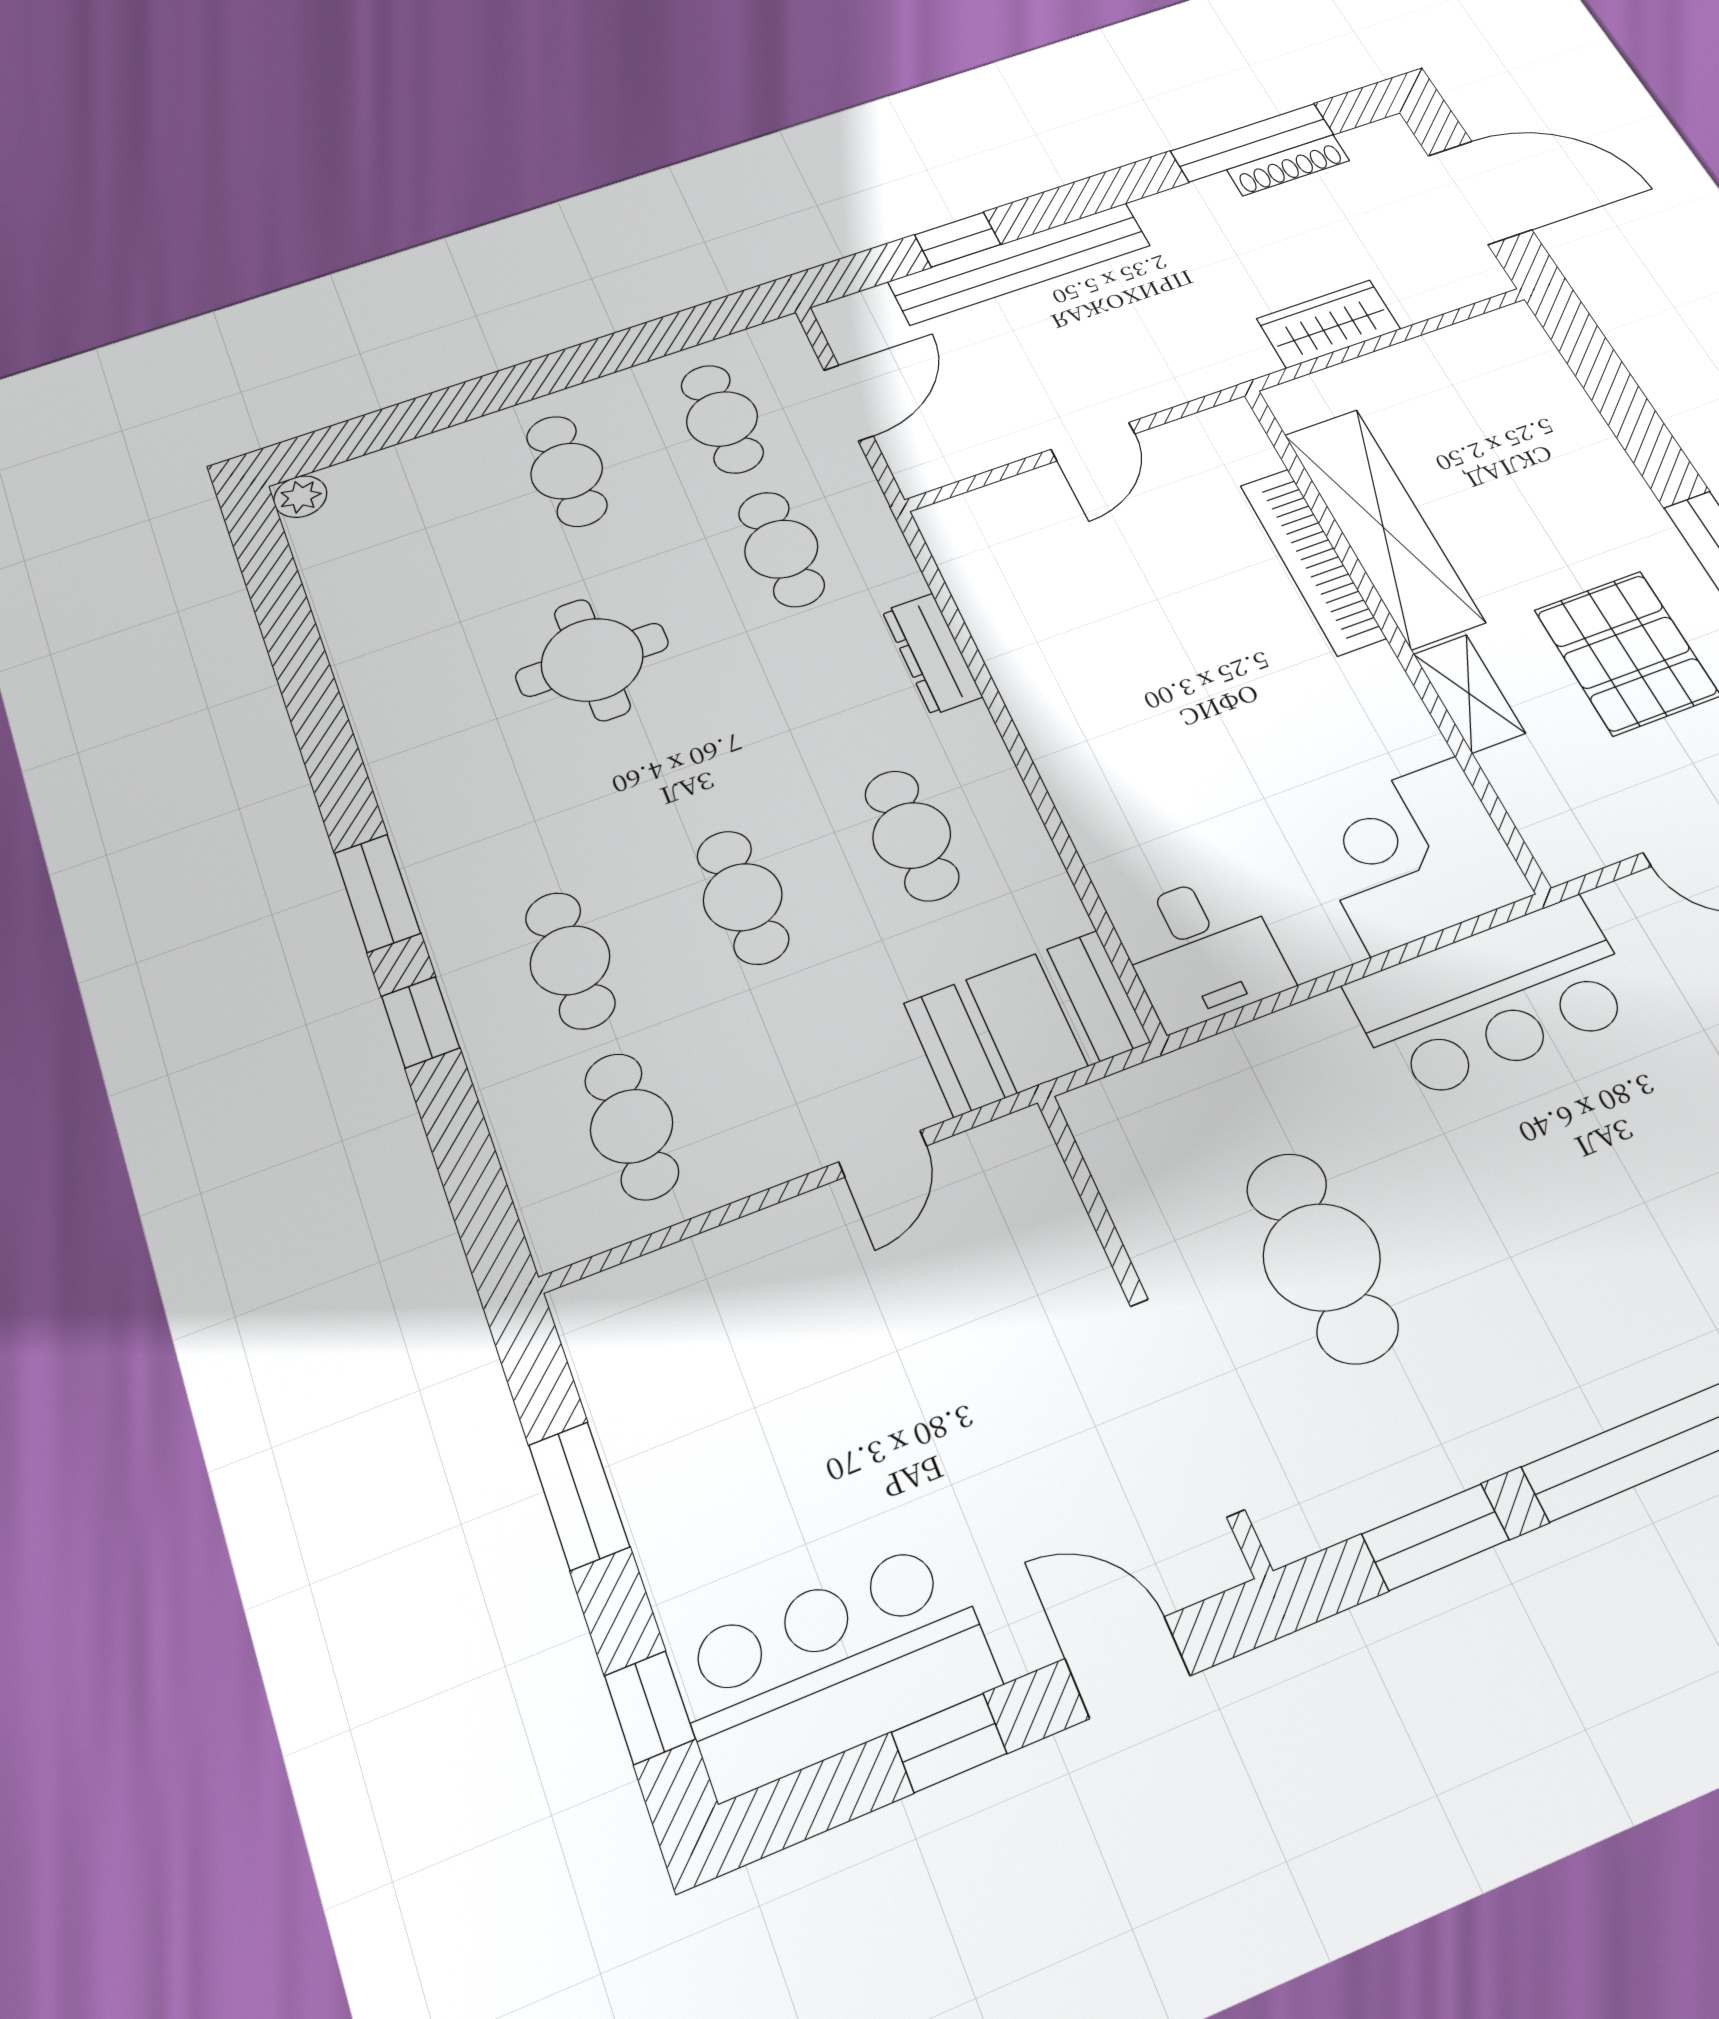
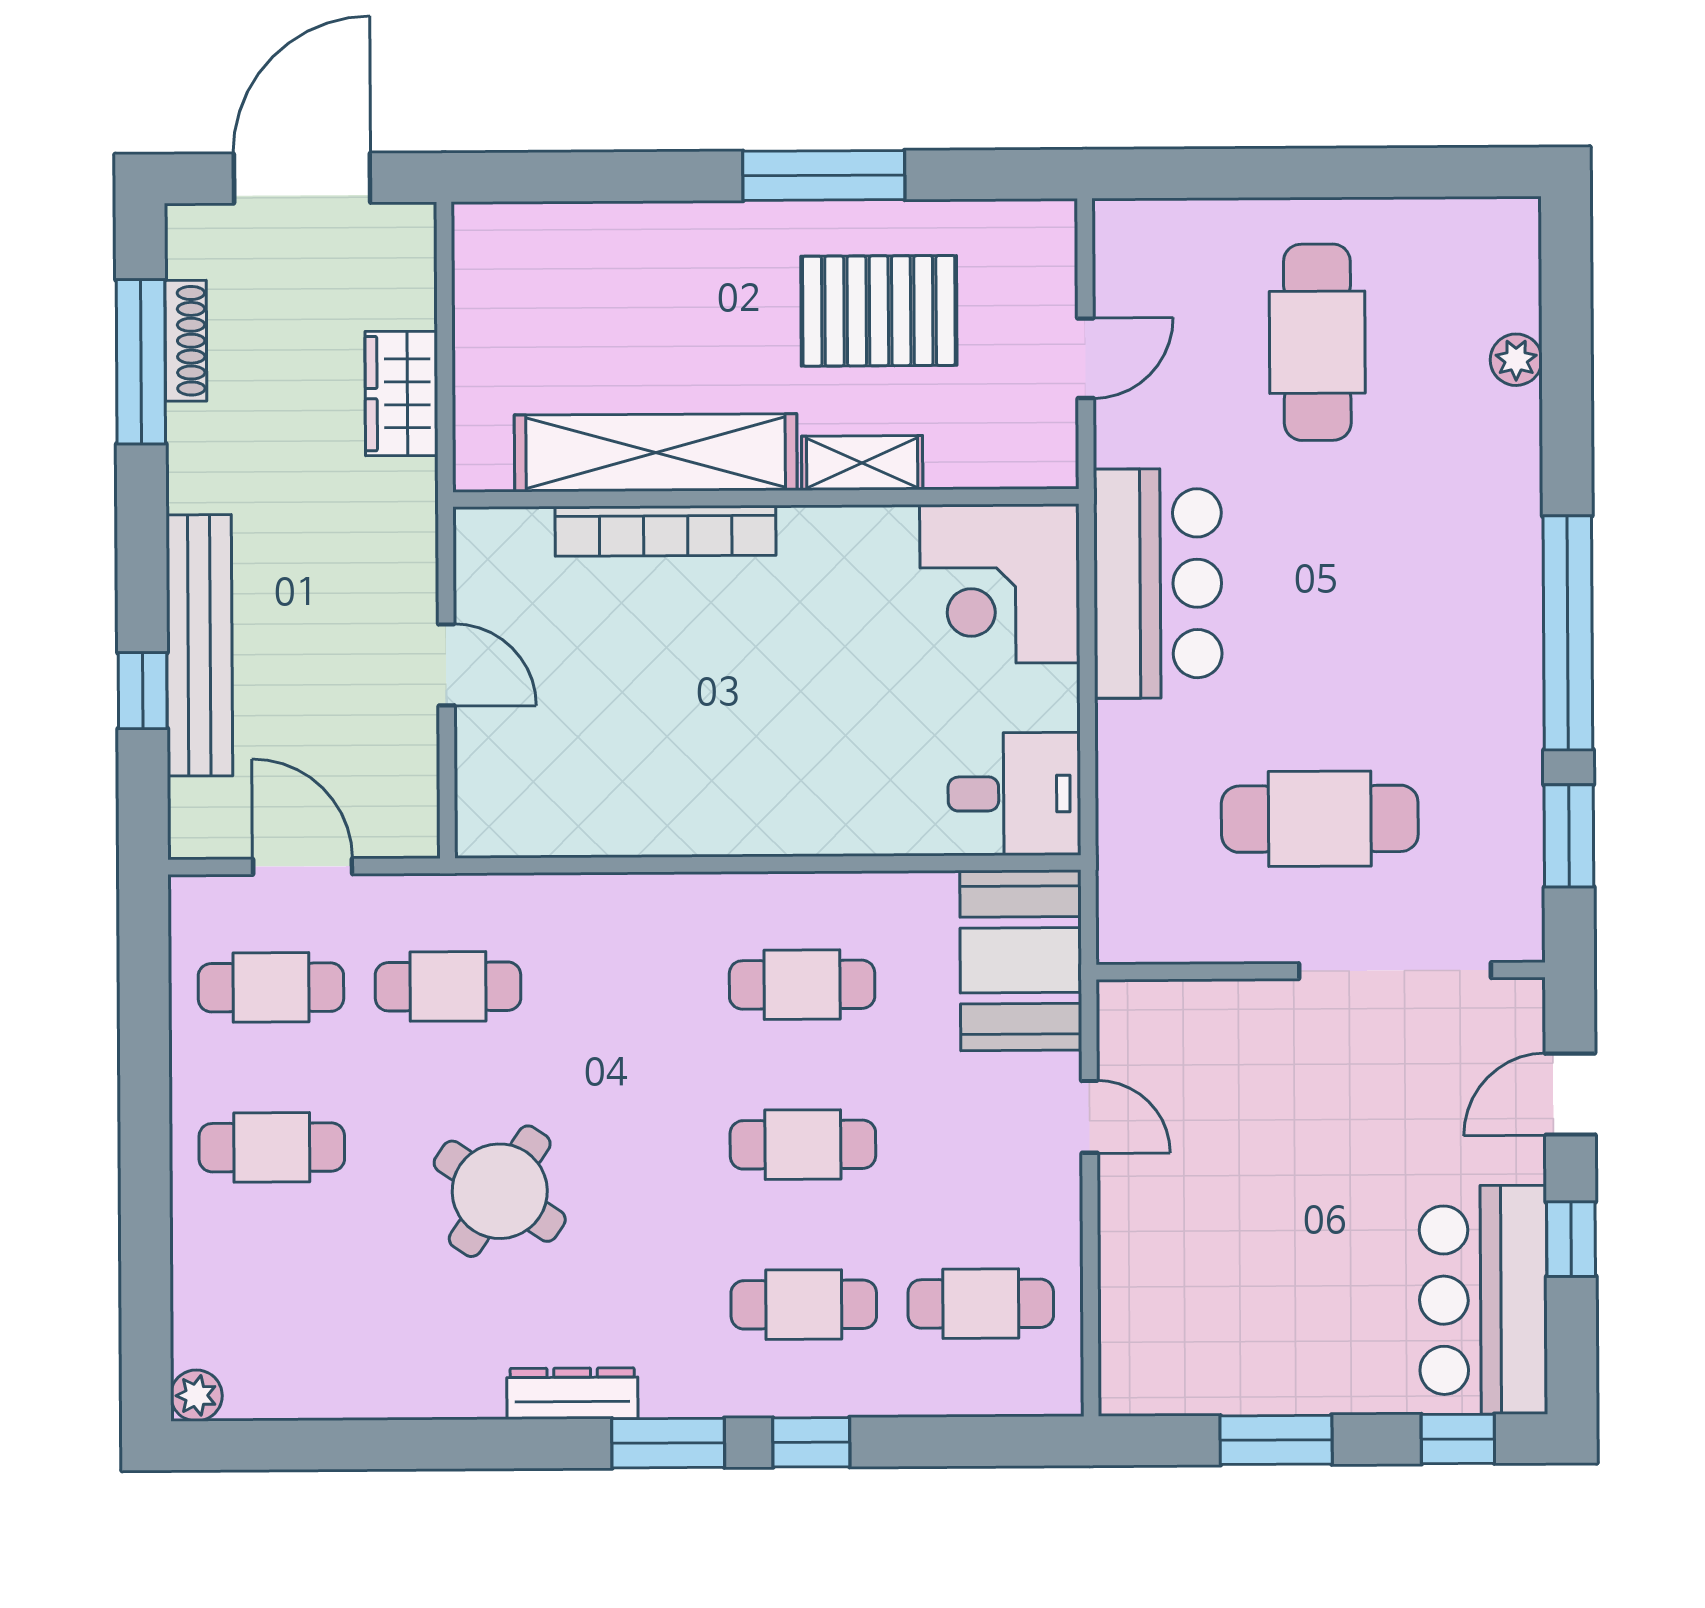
dresser: (932, 654) -> (572, 1394), moved, turned 180
round table: (592, 660) -> (500, 1191), turned 34

